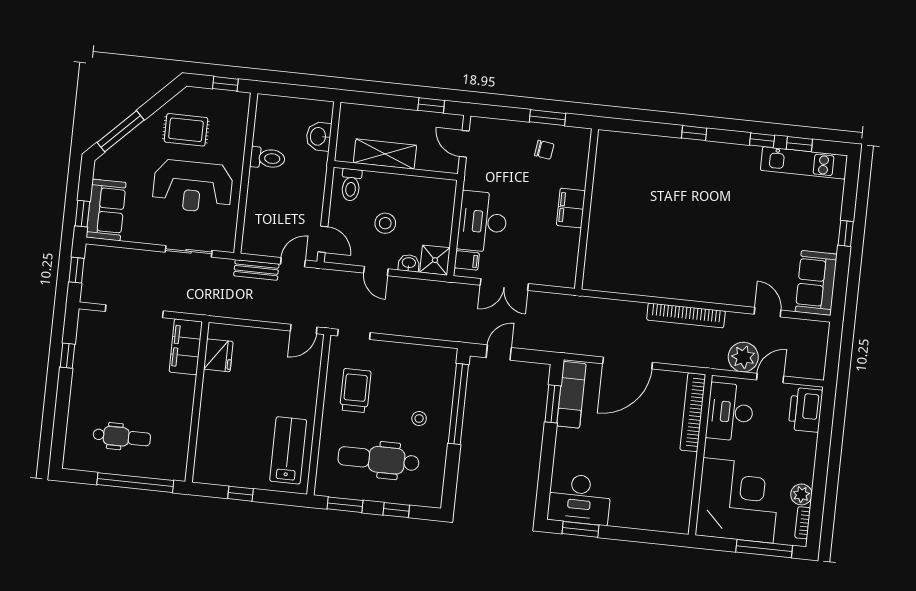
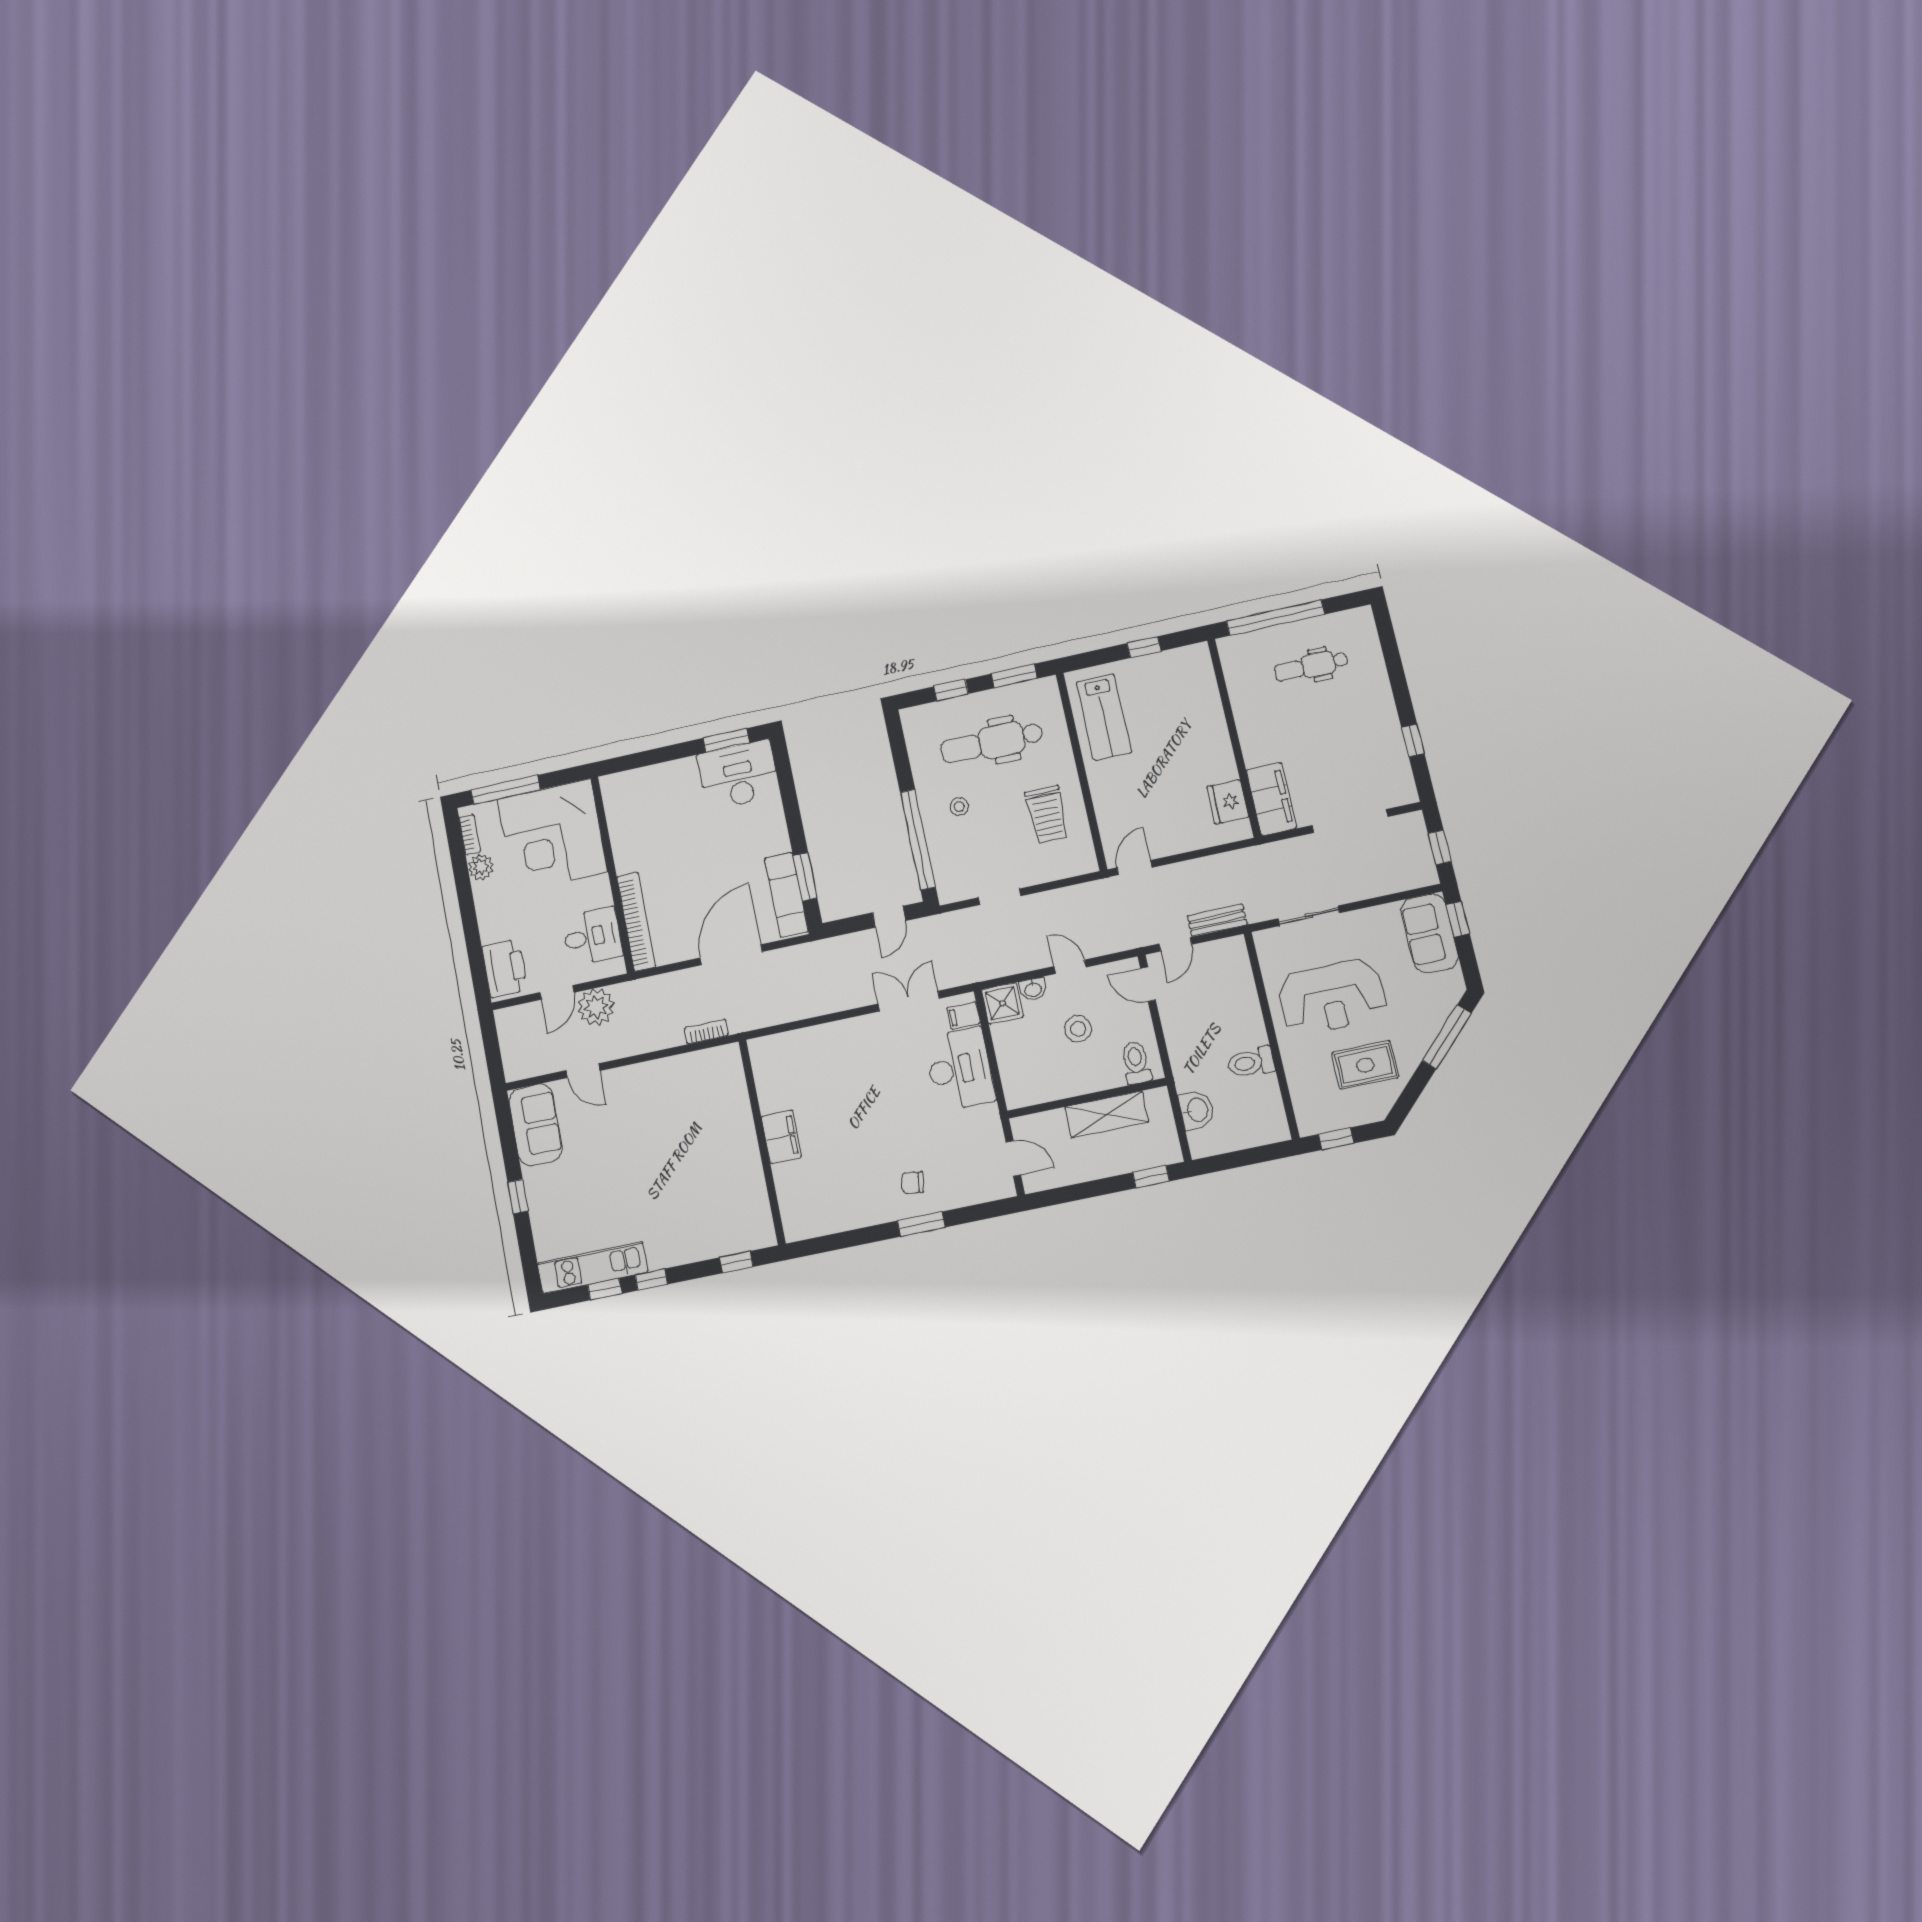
window: (431, 105) -> (1151, 1177), moved
reception desk: (193, 186) -> (1332, 997), turned 180
filing cabinet: (571, 208) -> (781, 1137), moved
wall: (587, 209) -> (762, 1142), moved
bookcase: (686, 315) -> (706, 1032), width x0.43, depth x0.76
doorway: (354, 334) -> (1000, 897), moved
desk: (730, 412) -> (592, 937), width x0.73
dental chair: (379, 459) -> (992, 742), turned 180

